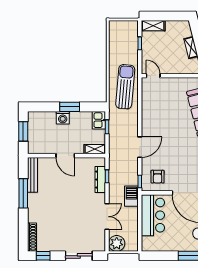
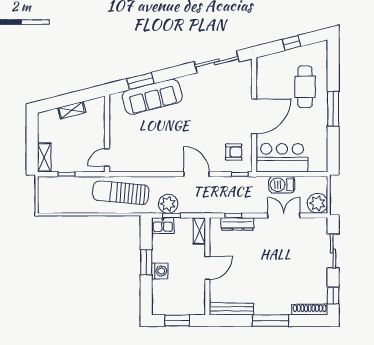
plant: (116, 124) -> (168, 204), added
window: (23, 193) -> (270, 321), moved
barbecue: (131, 196) -> (282, 185), moved

